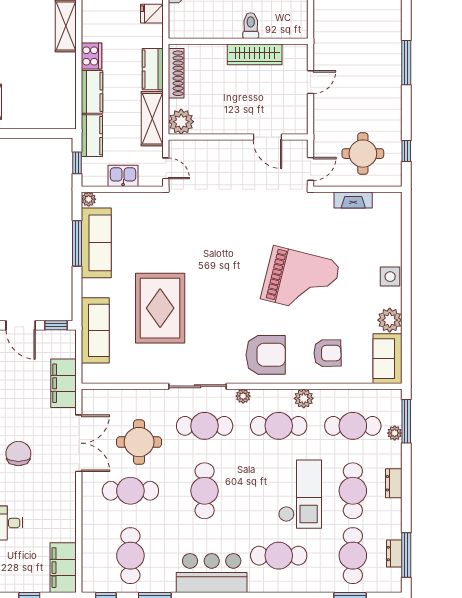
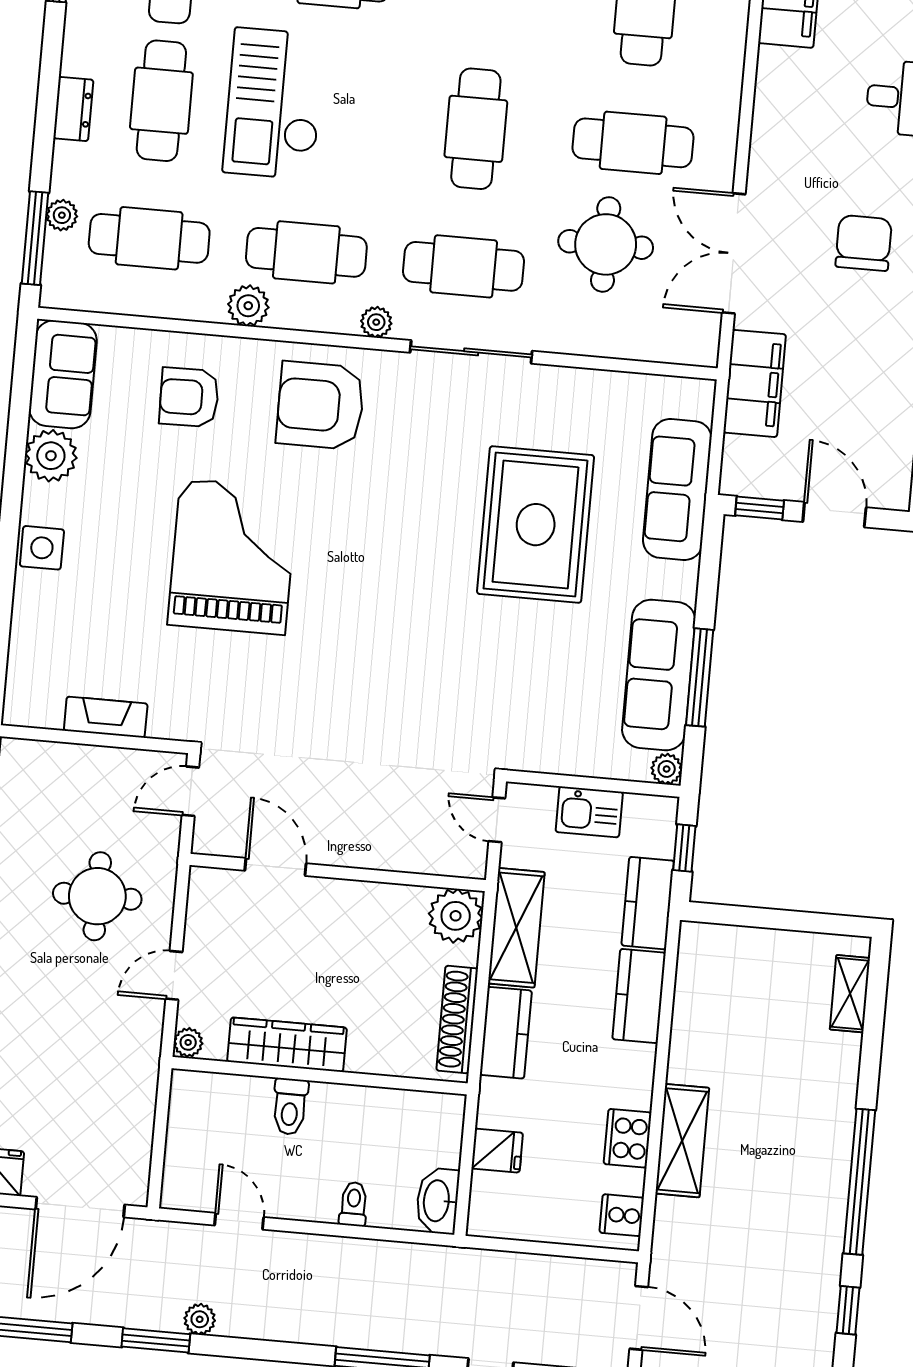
plant: (301, 51) -> (188, 1042), added
cooker: (91, 56) -> (628, 1138), moved
round table: (363, 154) -> (97, 896), moved
grand piano: (301, 280) -> (233, 557), turned 76
chair: (18, 454) -> (864, 243), turned 180

